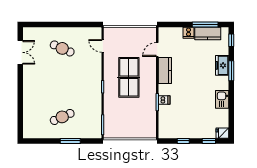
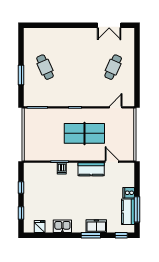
fridge: (222, 133) -> (40, 227), moved

